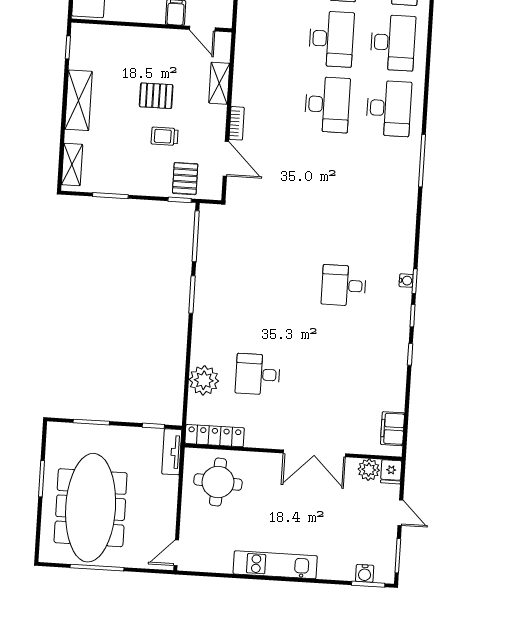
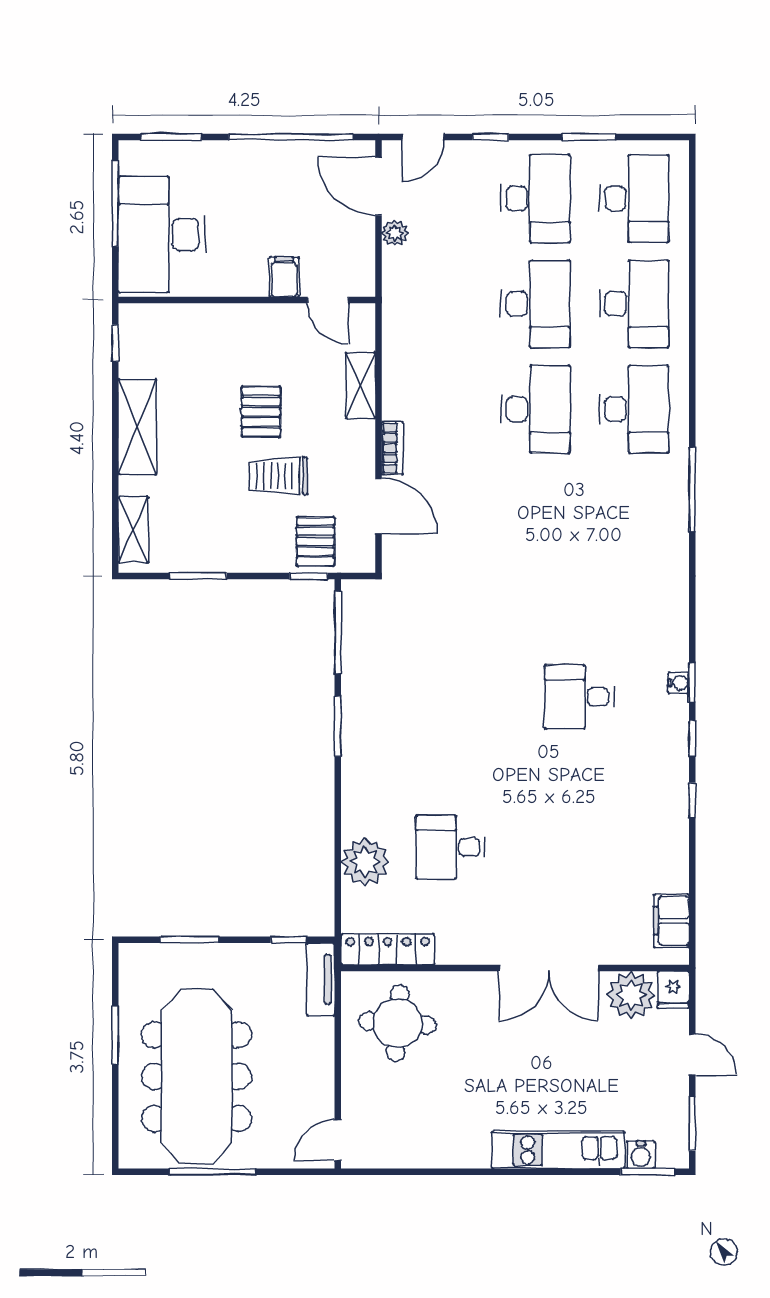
pallet: (156, 96) -> (261, 412), turned 90
trolley: (165, 136) -> (278, 476), width x1.36, depth x1.39
plant: (369, 470) -> (631, 995), width x1.36, depth x1.36
kitchen unit: (275, 565) -> (558, 1150), moved

